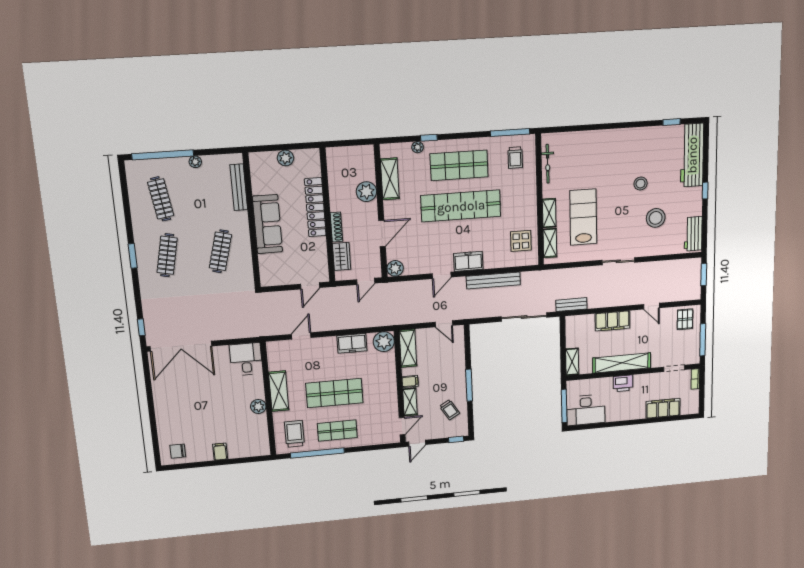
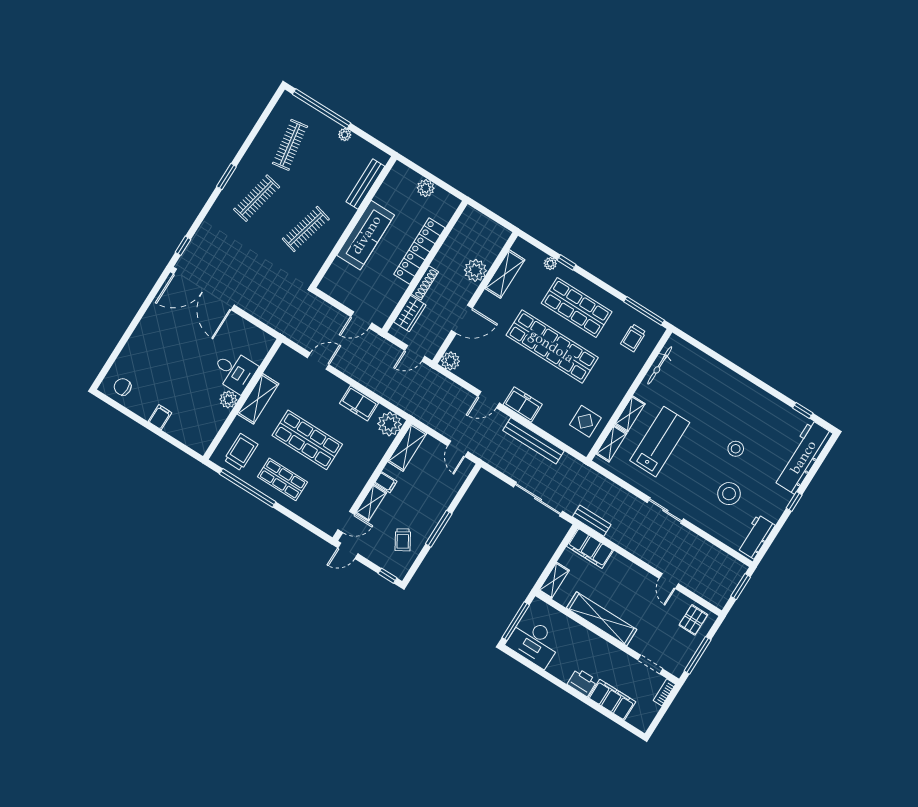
filing cabinet: (612, 321) -> (590, 548), moved
desk: (246, 359) -> (234, 371), moved, turned 90
printer: (623, 383) -> (582, 682), moved, turned 180

